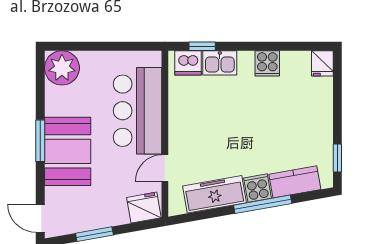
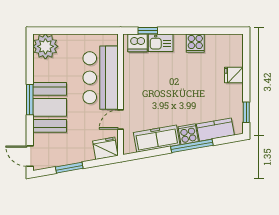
fridge: (322, 63) -> (234, 75), moved, turned 90

